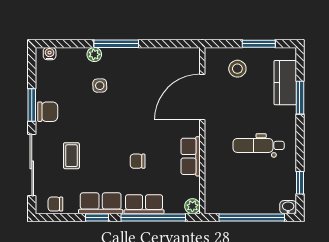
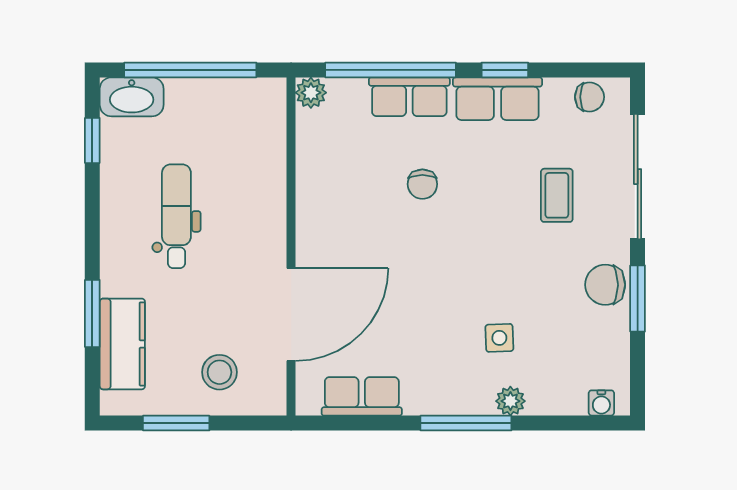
dental chair: (259, 145) -> (176, 216), turned -90
row of seats: (191, 156) -> (362, 396), moved, turned -90
chair: (138, 161) -> (422, 184), turned 90
washbasin: (288, 207) -> (132, 97), width x1.91, depth x1.45

